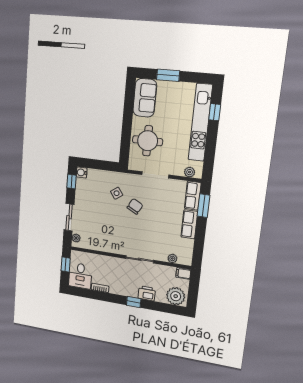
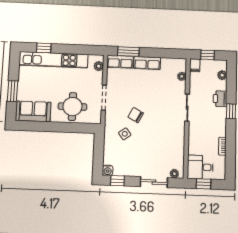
desk: (80, 276) -> (200, 167), moved, turned 180
window: (194, 288) -> (207, 55), added
plant: (176, 296) -> (222, 75), width x0.53, depth x0.53

